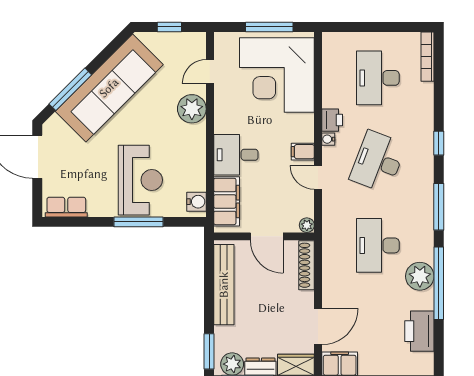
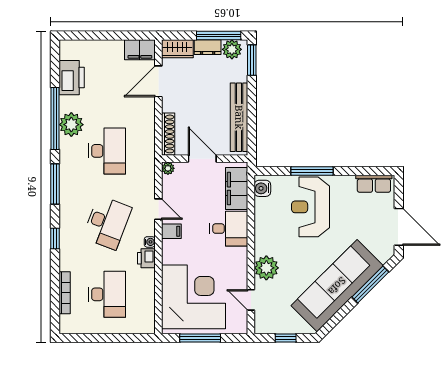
bookcase: (428, 57) -> (65, 293), moved
door: (210, 72) -> (251, 300), swing flipped

